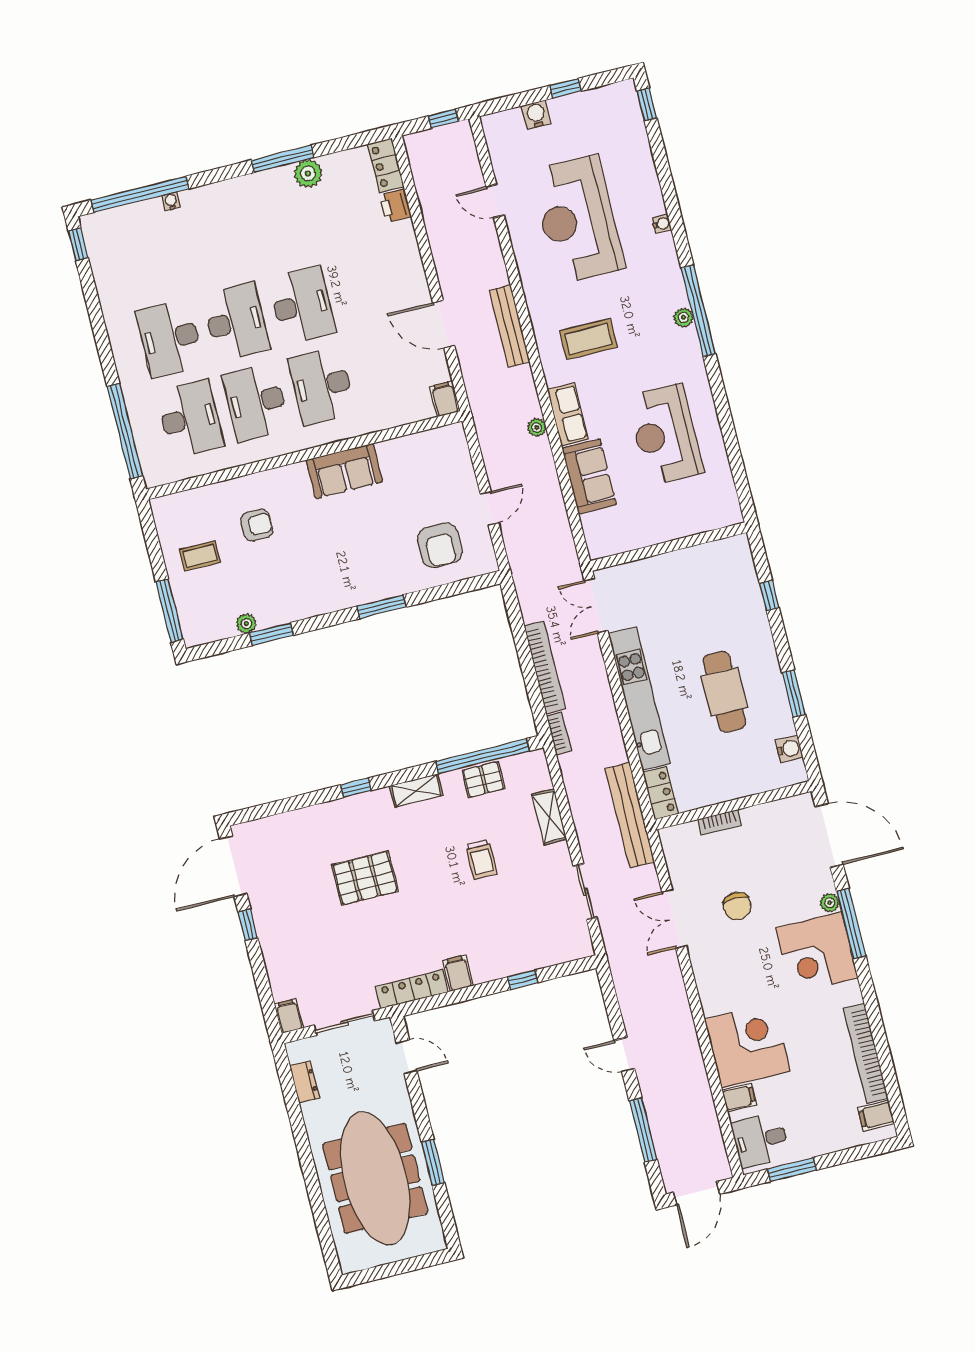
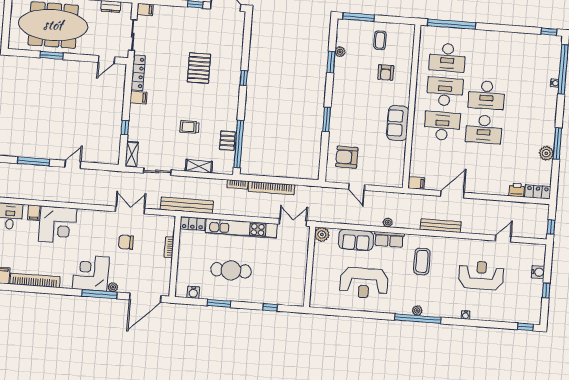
reception desk: (578, 219) -> (481, 275), width x0.74, depth x0.77
desk: (170, 338) -> (489, 61), removed
reception desk: (665, 434) -> (364, 283), turned 180
plant: (600, 544) -> (322, 234), added
shelving: (416, 791) -> (132, 154), moved

